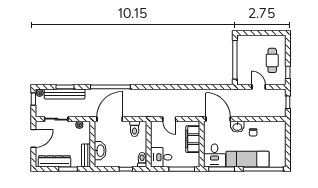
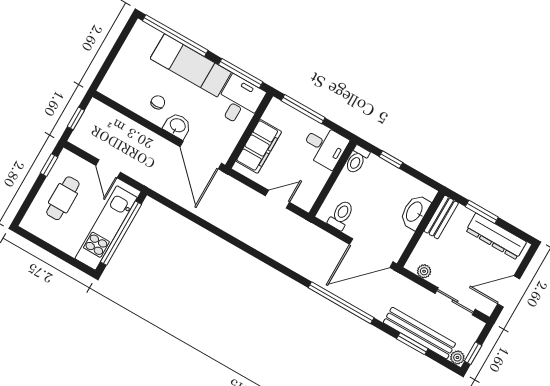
kitchen unit: (243, 58) -> (106, 228), added
door: (169, 119) -> (277, 199), hinge flipped

